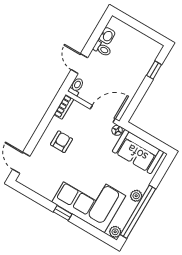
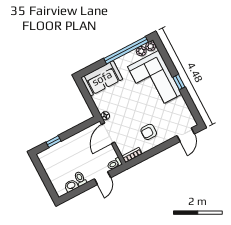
door: (103, 114) -> (108, 133), hinge flipped
sofa: (138, 152) -> (102, 78), moved, turned 90
plant: (136, 196) -> (141, 51), moved

